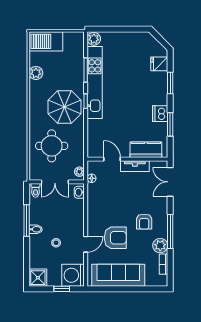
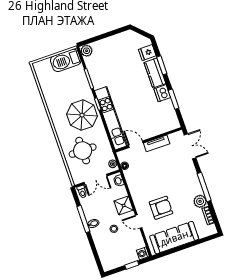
barbecue: (46, 41) -> (66, 60), moved
plant: (36, 73) -> (49, 95), removed
kitchen unit: (95, 83) -> (111, 118), moved
kitchen counter: (146, 150) -> (155, 73), moved, turned -90
double door: (170, 182) -> (190, 146), swing flipped
armchair: (144, 222) -> (180, 186), removed
door: (86, 244) -> (139, 221), swing flipped
washing machine: (73, 275) -> (143, 253), width x0.53, depth x0.53
shower: (38, 278) -> (124, 205), moved

